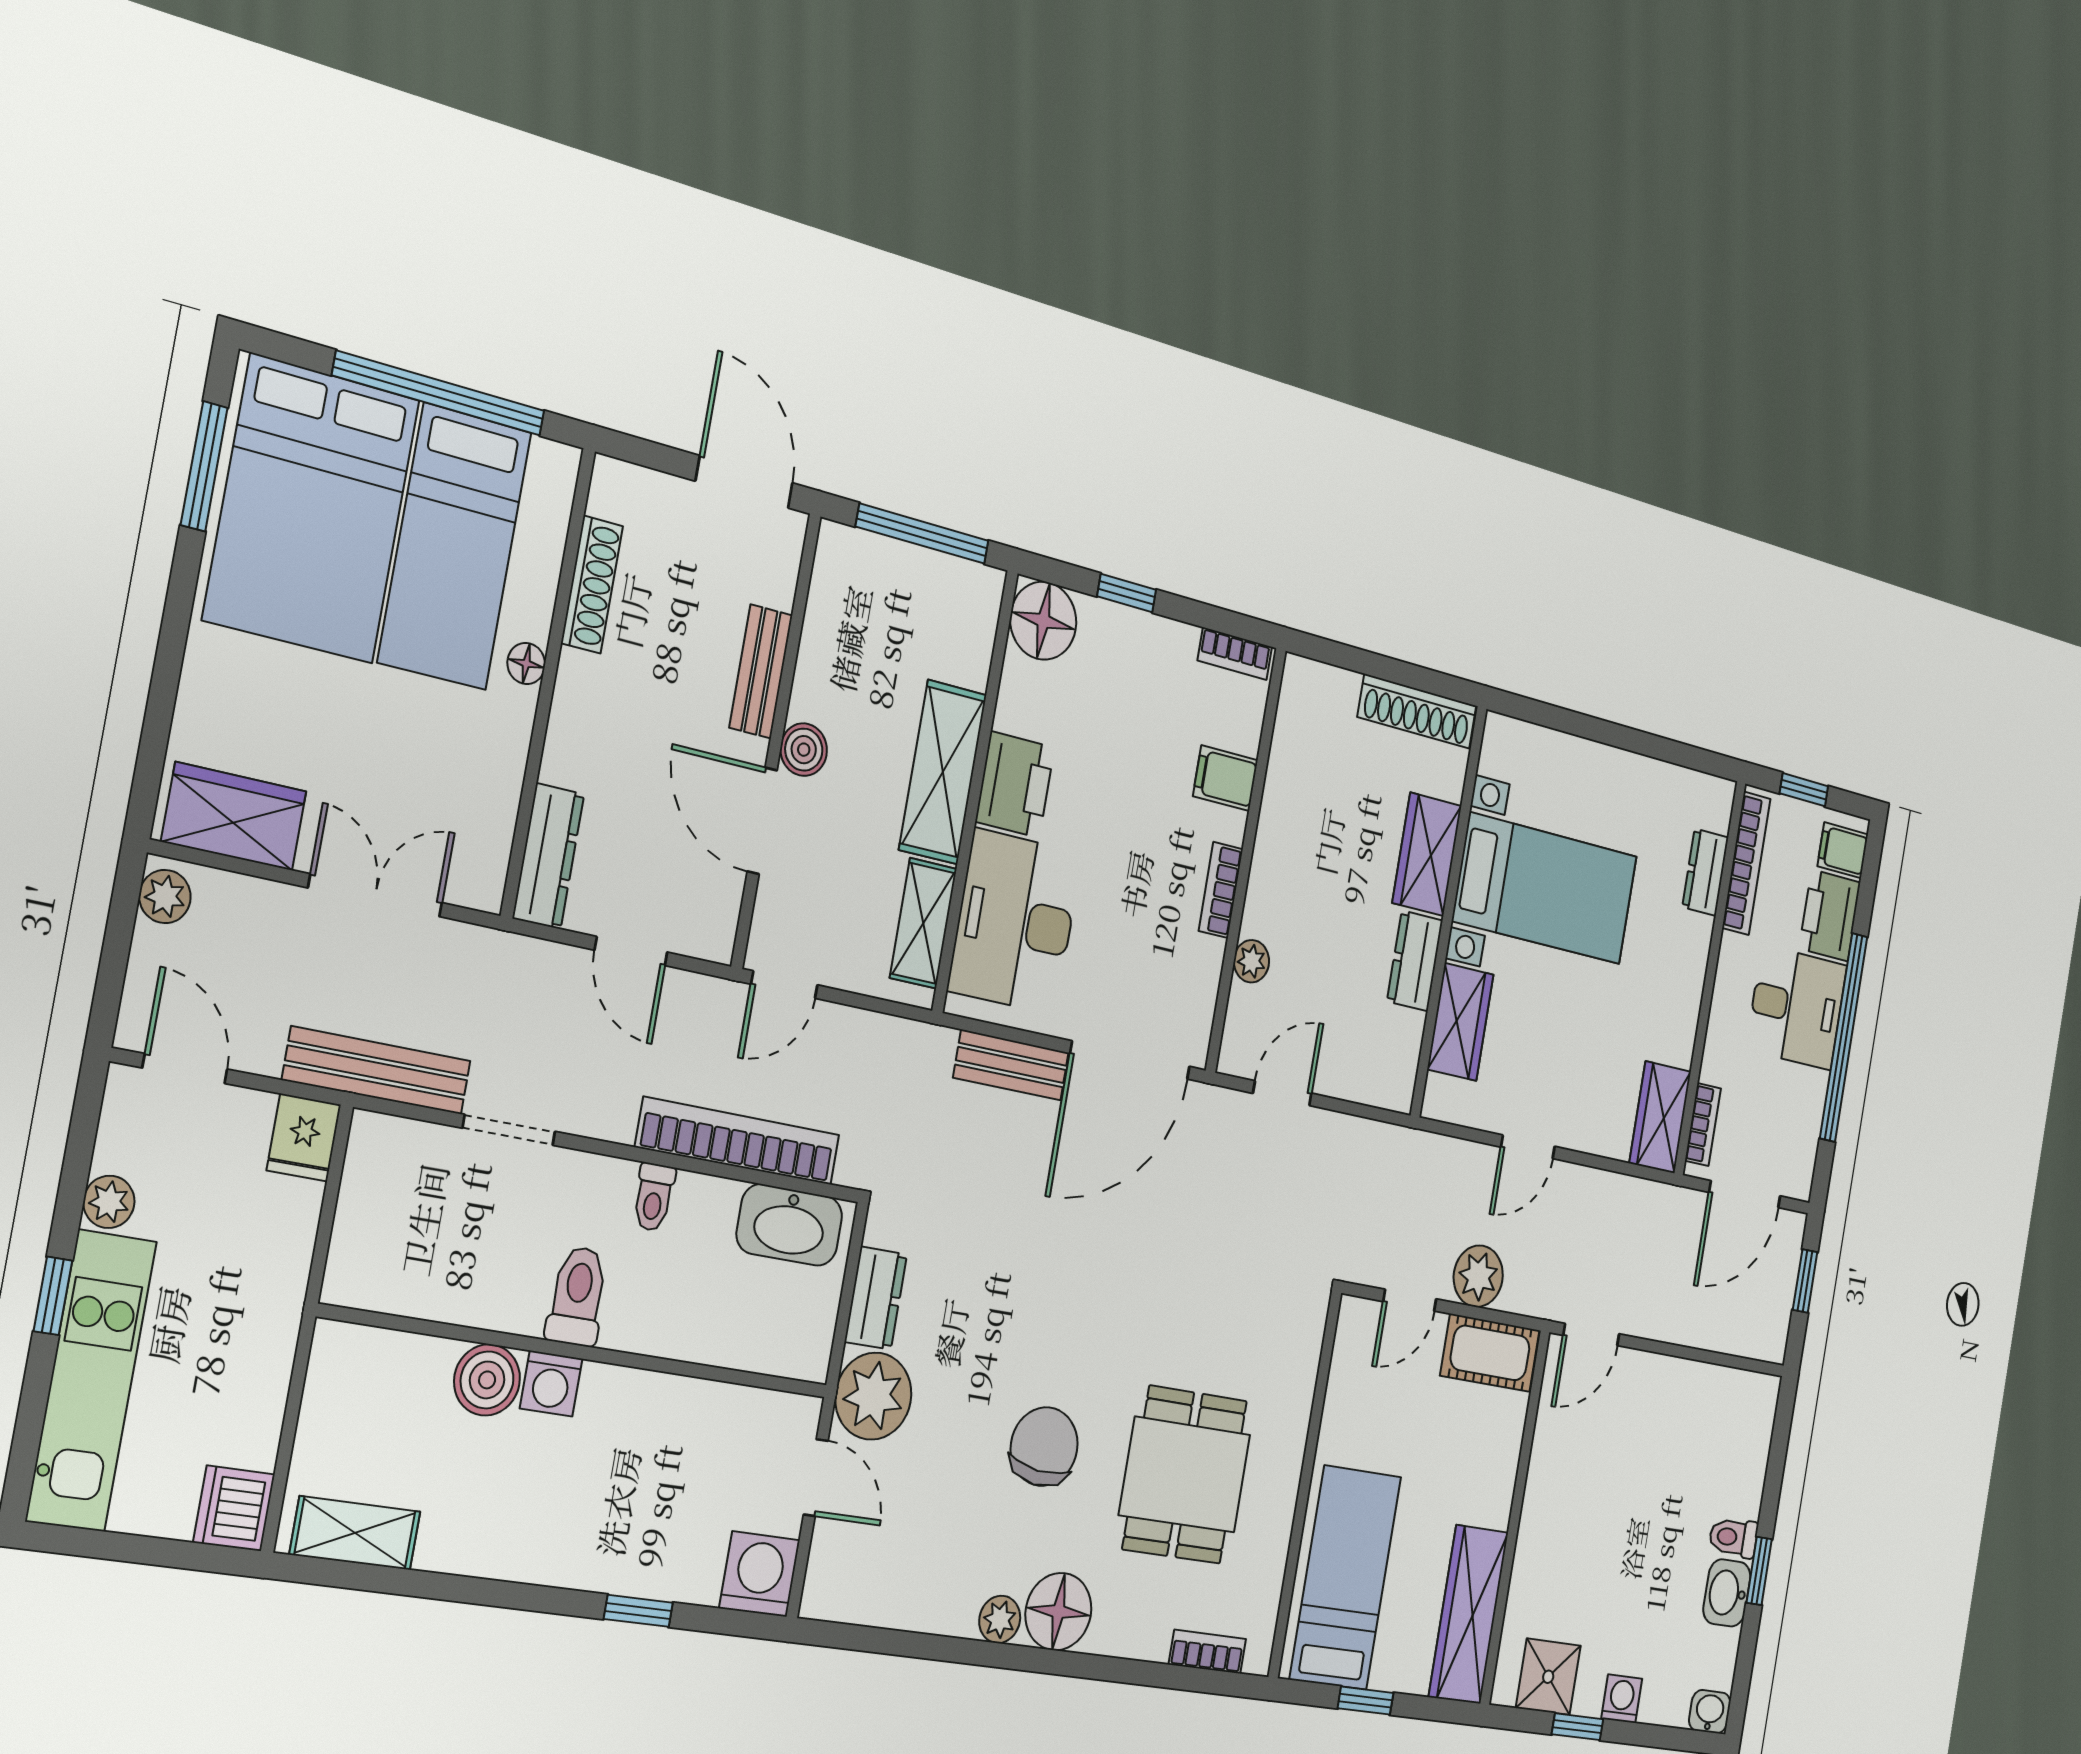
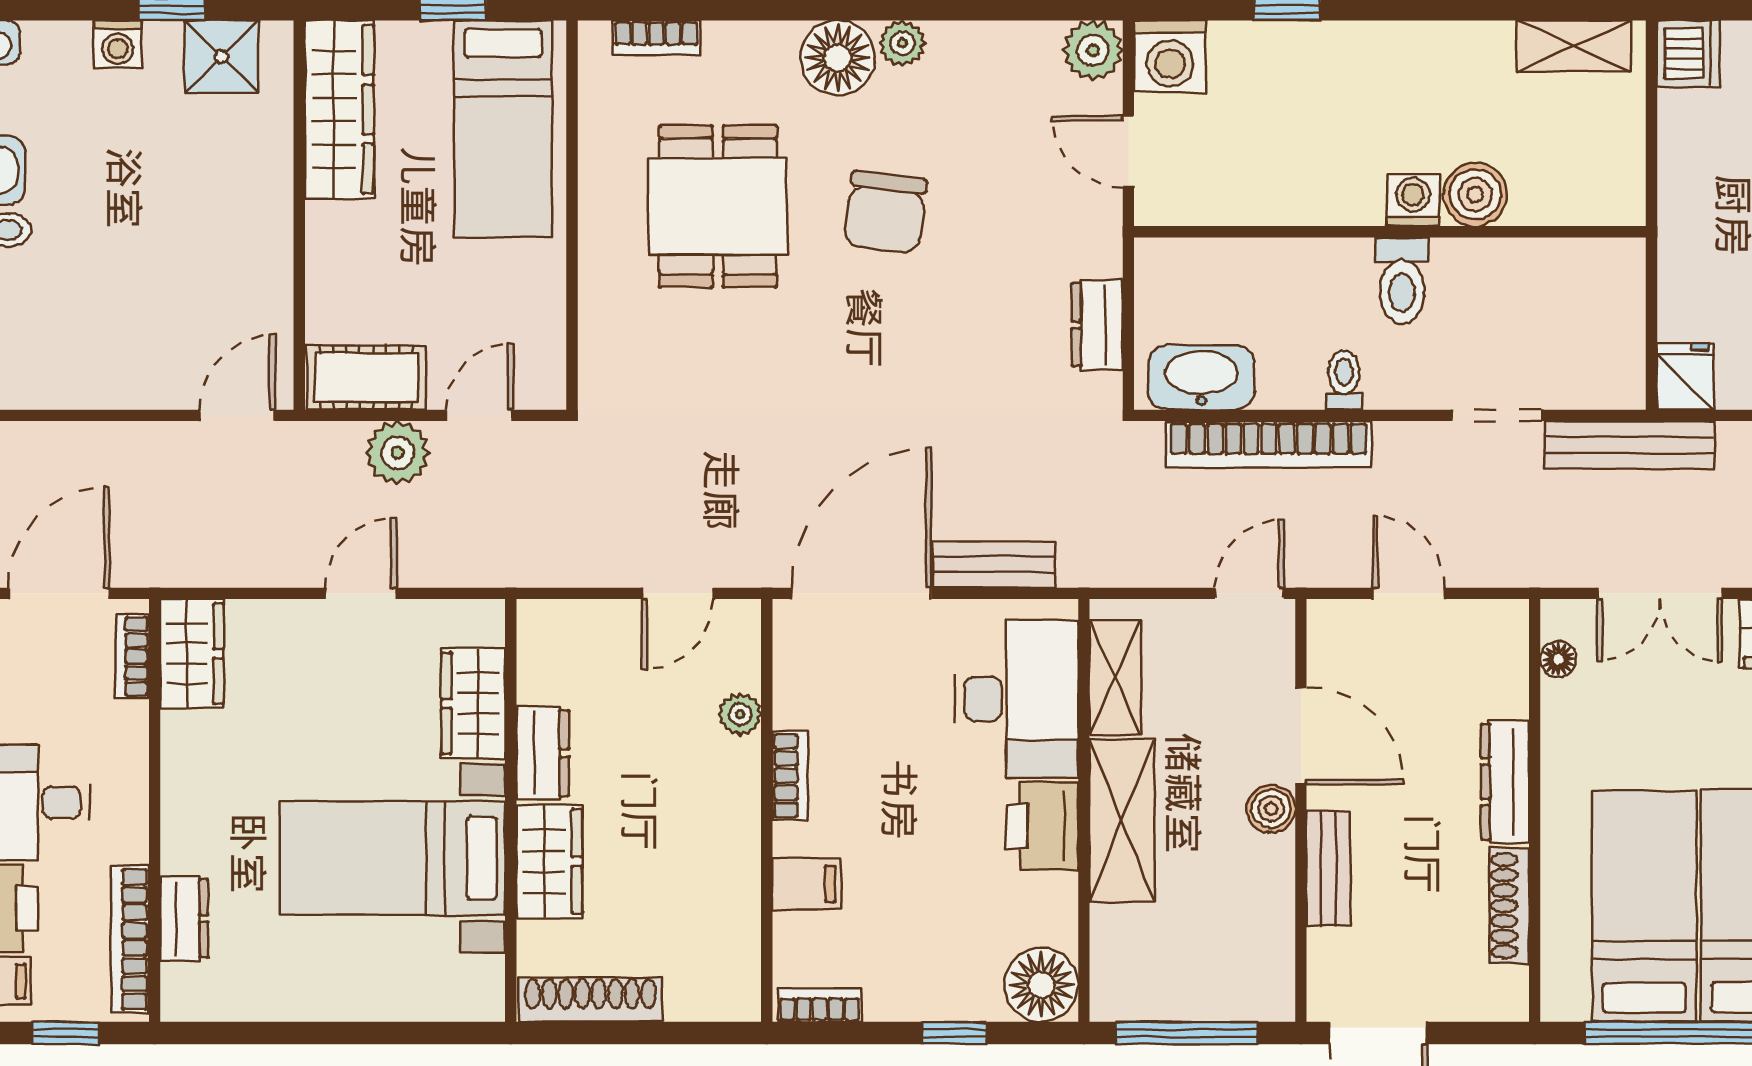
floor lamp: (526, 663) -> (1558, 659), moved
dresser: (548, 856) -> (1505, 782), moved
plant: (873, 1396) -> (1093, 50), moved, width x0.73, depth x0.73

